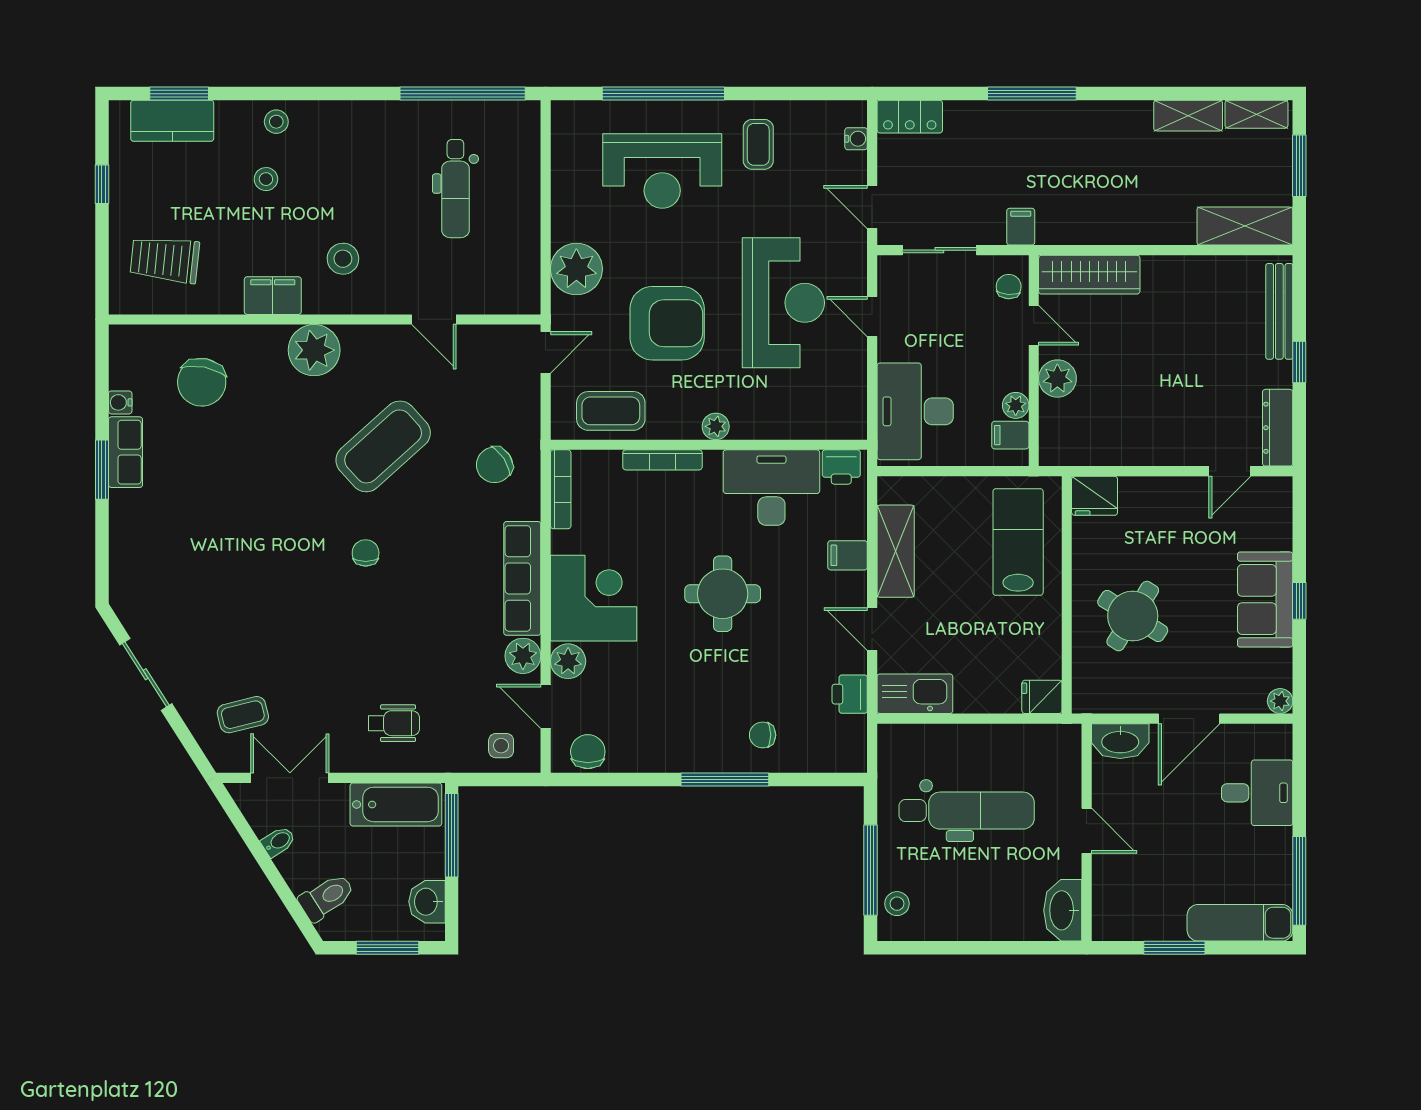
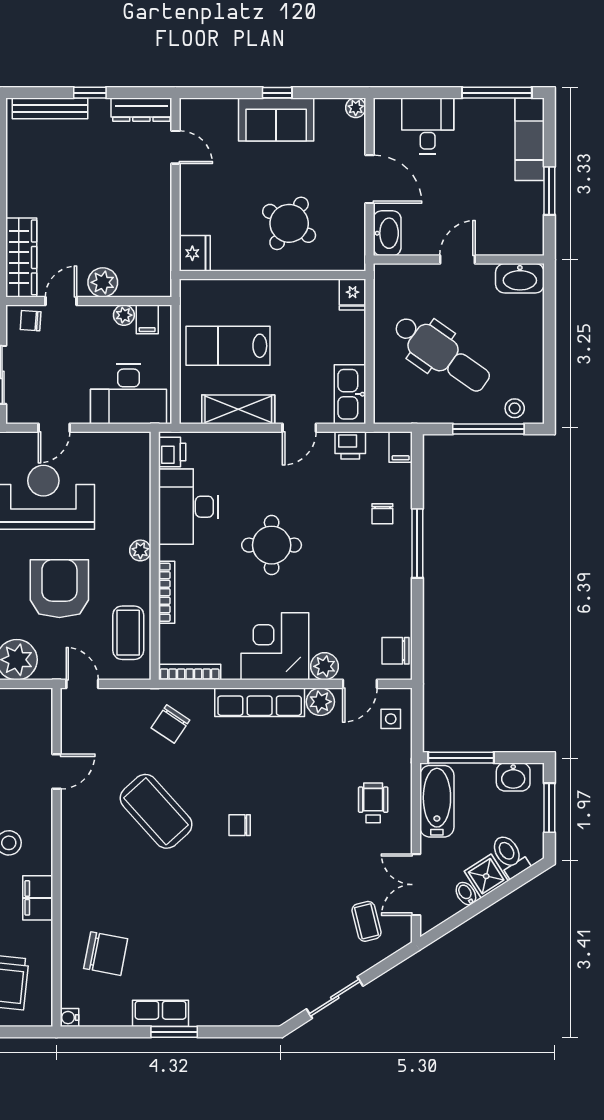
plant: (314, 350) -> (81, 866), removed
water cooler: (120, 402) -> (69, 1018), moved, turned 90
chair: (494, 465) -> (170, 724), turned 67
lab bench: (1018, 542) -> (228, 346), moved
filing cabinet: (848, 555) -> (401, 447), moved
dental chair: (967, 811) -> (442, 354), turned 125
shower: (301, 867) -> (486, 876), added

